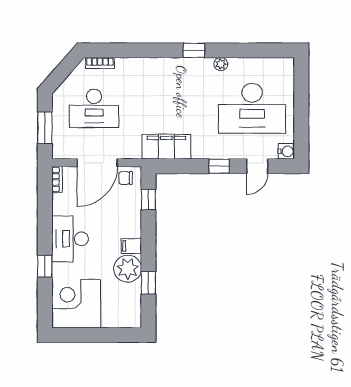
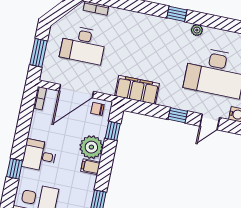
desk: (70, 239) -> (39, 155), width x0.73
plant: (128, 269) -> (91, 147), moved

